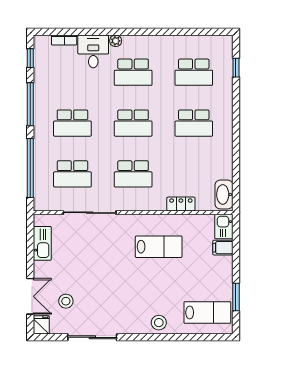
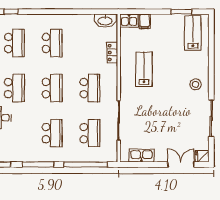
stool: (66, 301) -> (184, 138), removed
stool: (159, 323) -> (196, 84), moved

